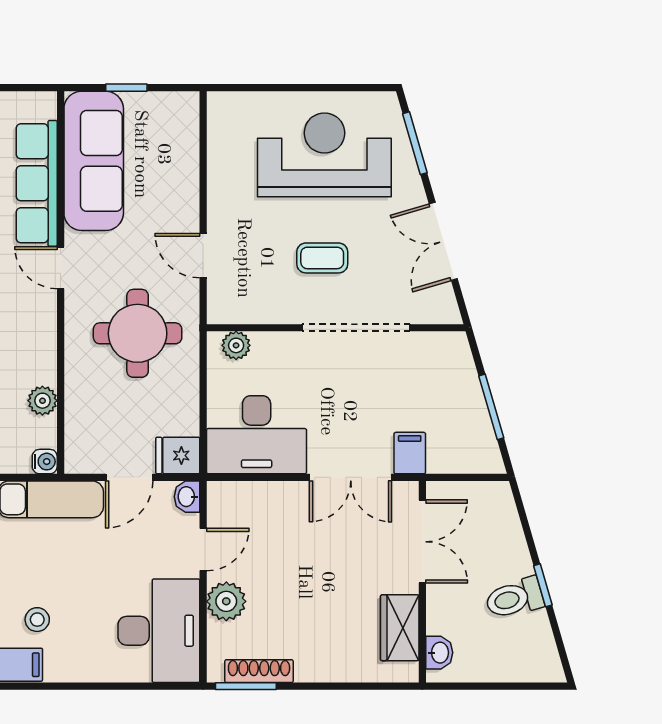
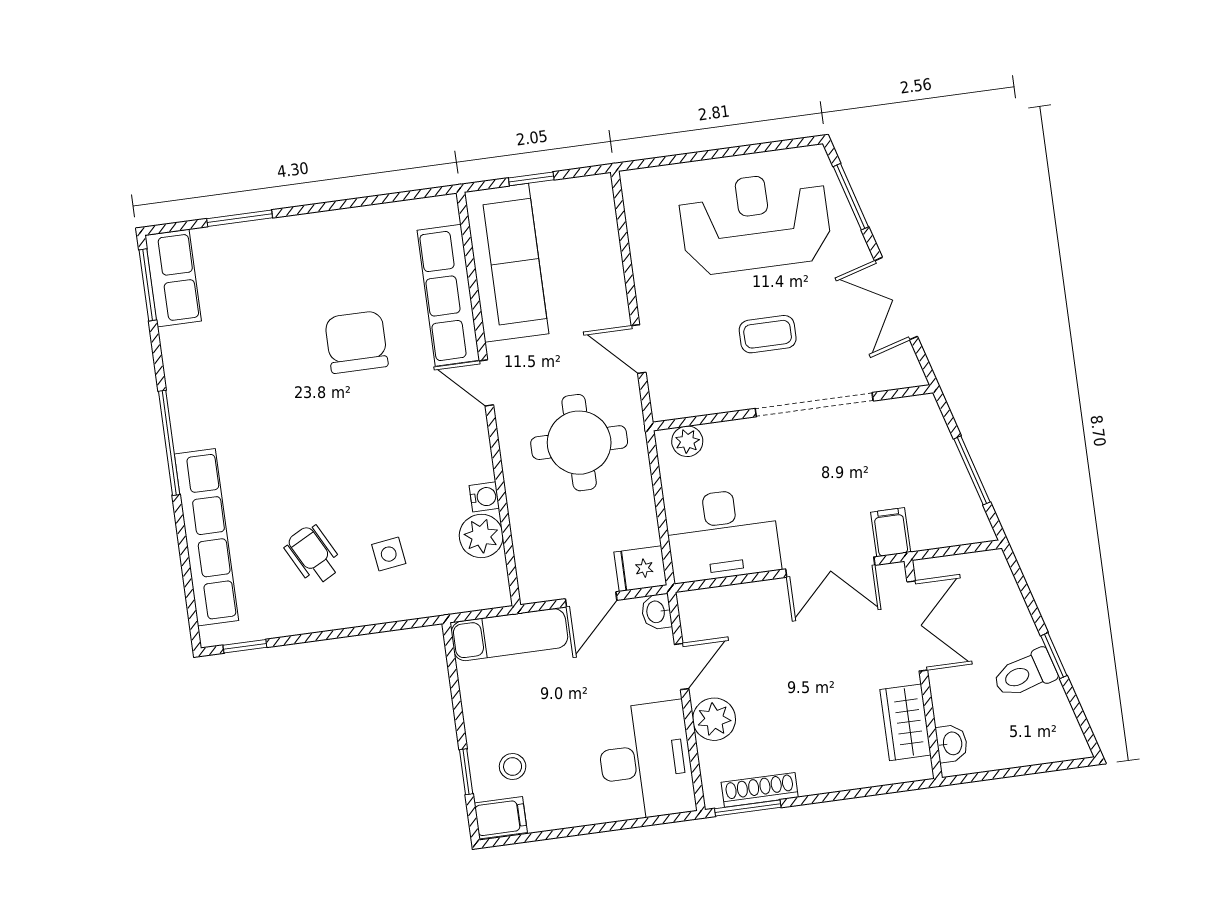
plant: (42, 401) -> (481, 536), width x1.38, depth x1.38
water cooler: (45, 462) -> (484, 497), moved

